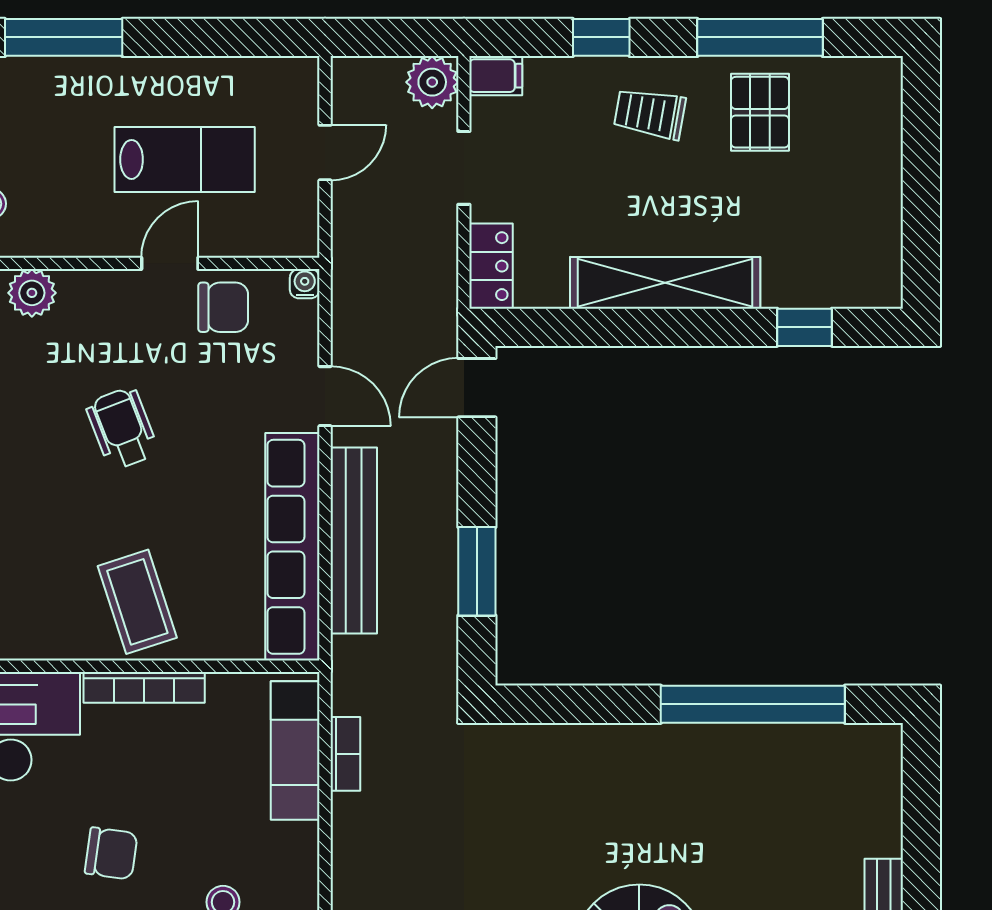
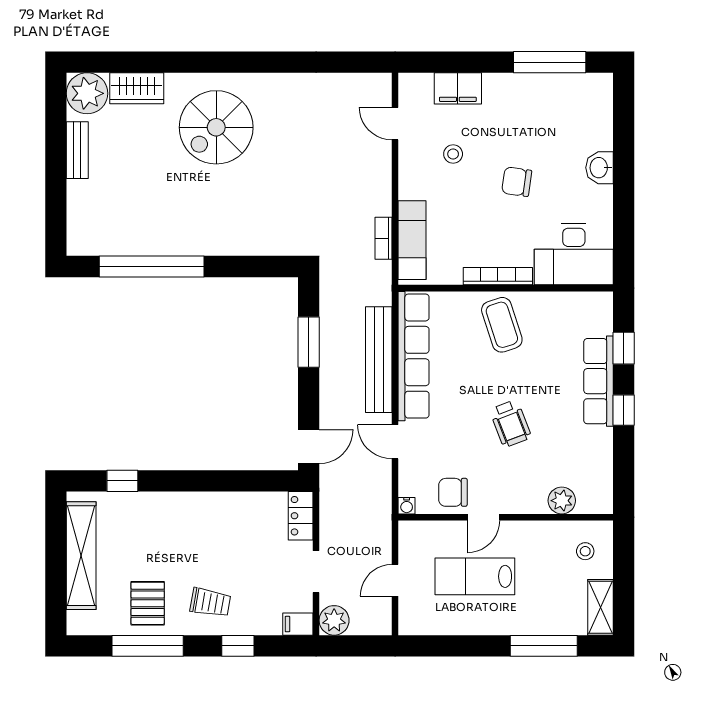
shelving: (665, 283) -> (81, 556), moved, turned 90

